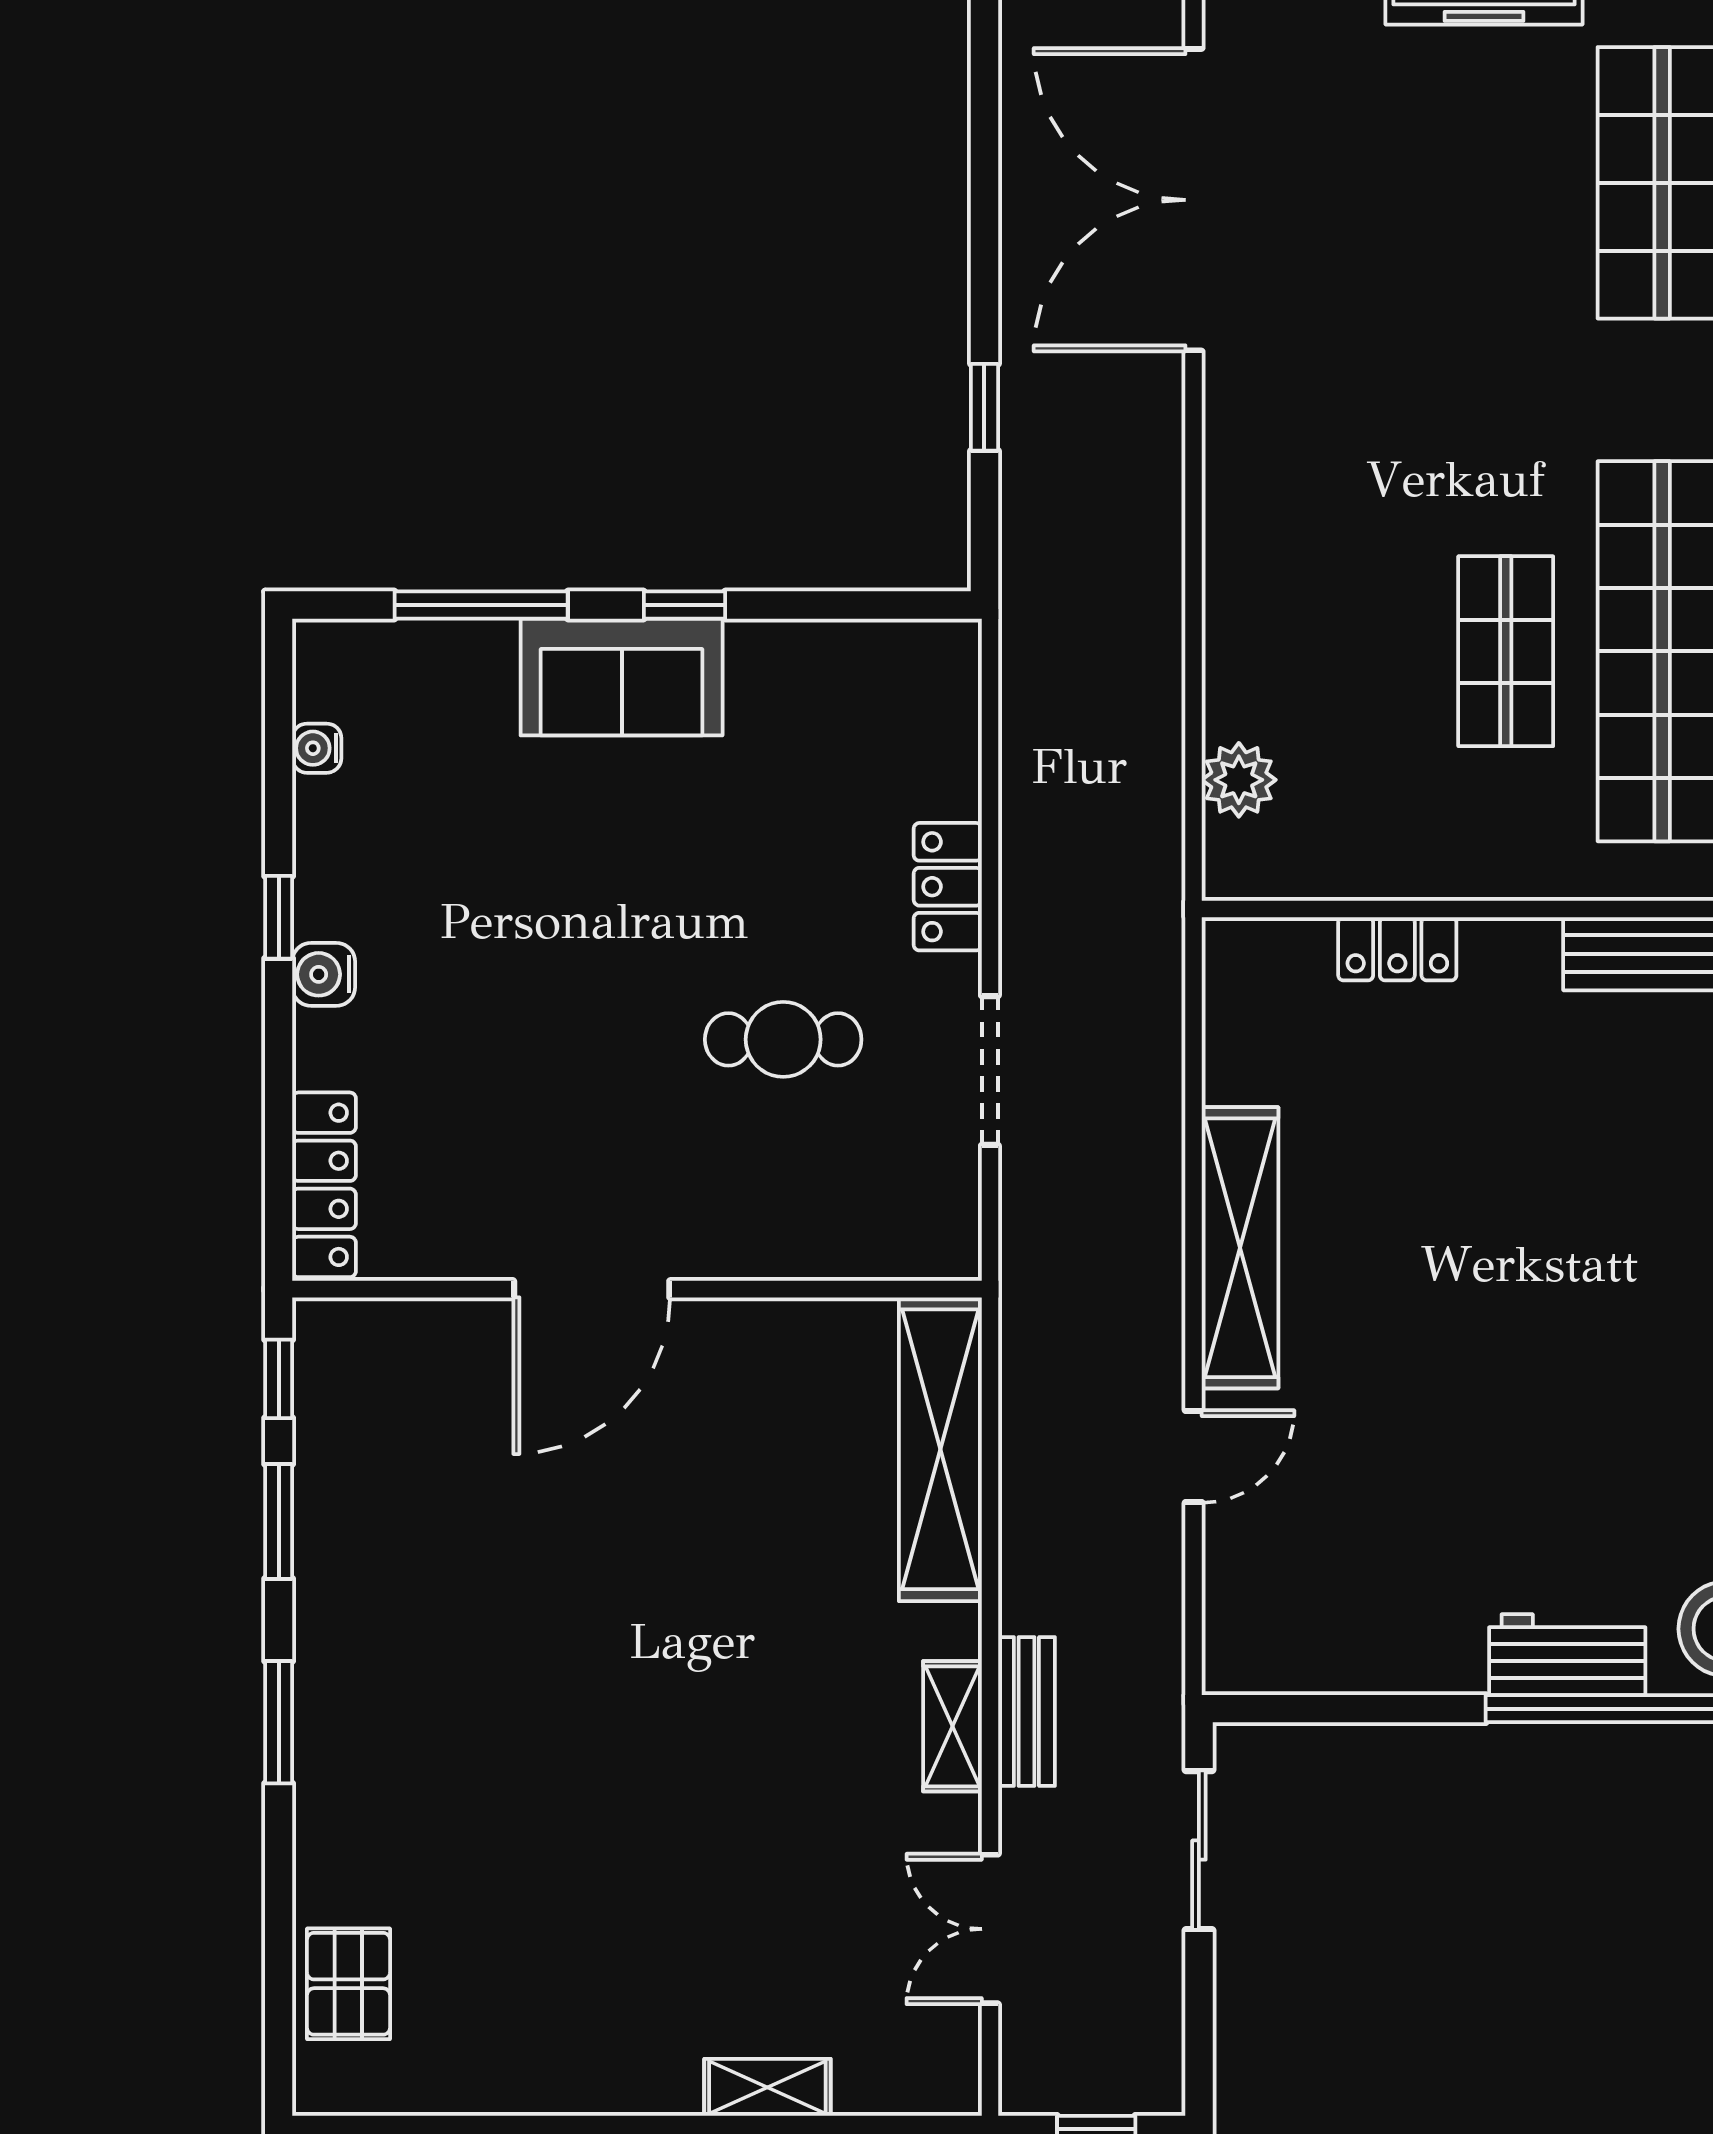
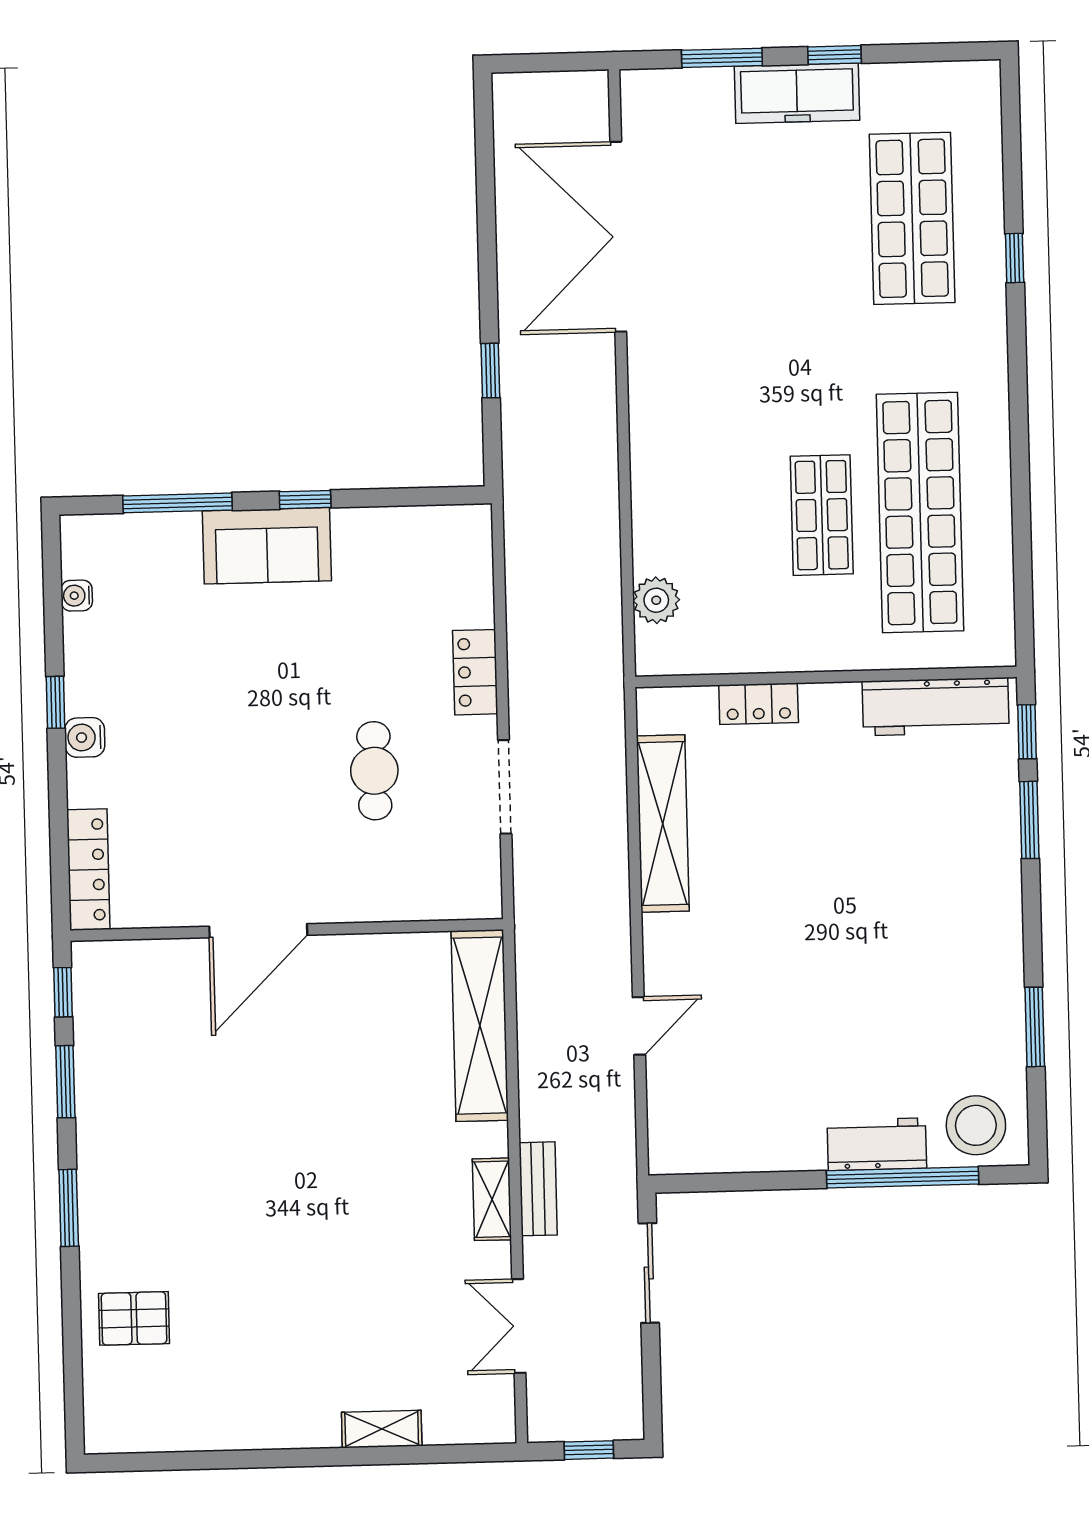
cafe table: (783, 1039) -> (374, 771), turned 90
shelving: (1240, 1248) -> (663, 823), moved
pallet: (348, 1984) -> (134, 1318), moved, turned 90

